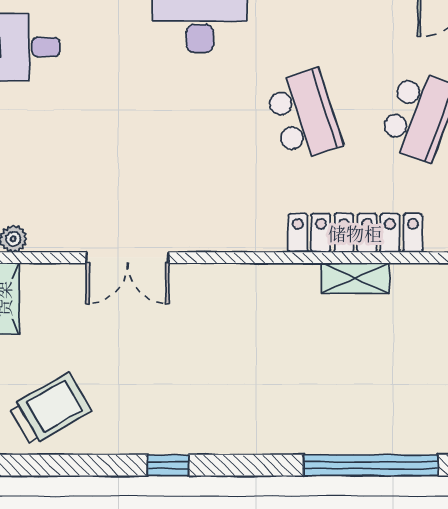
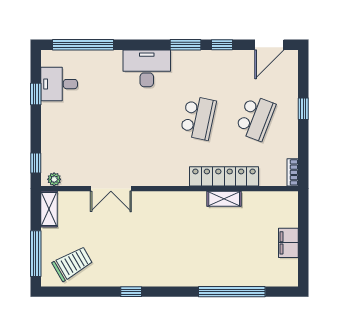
school desk: (303, 115) -> (198, 118), turned 30

